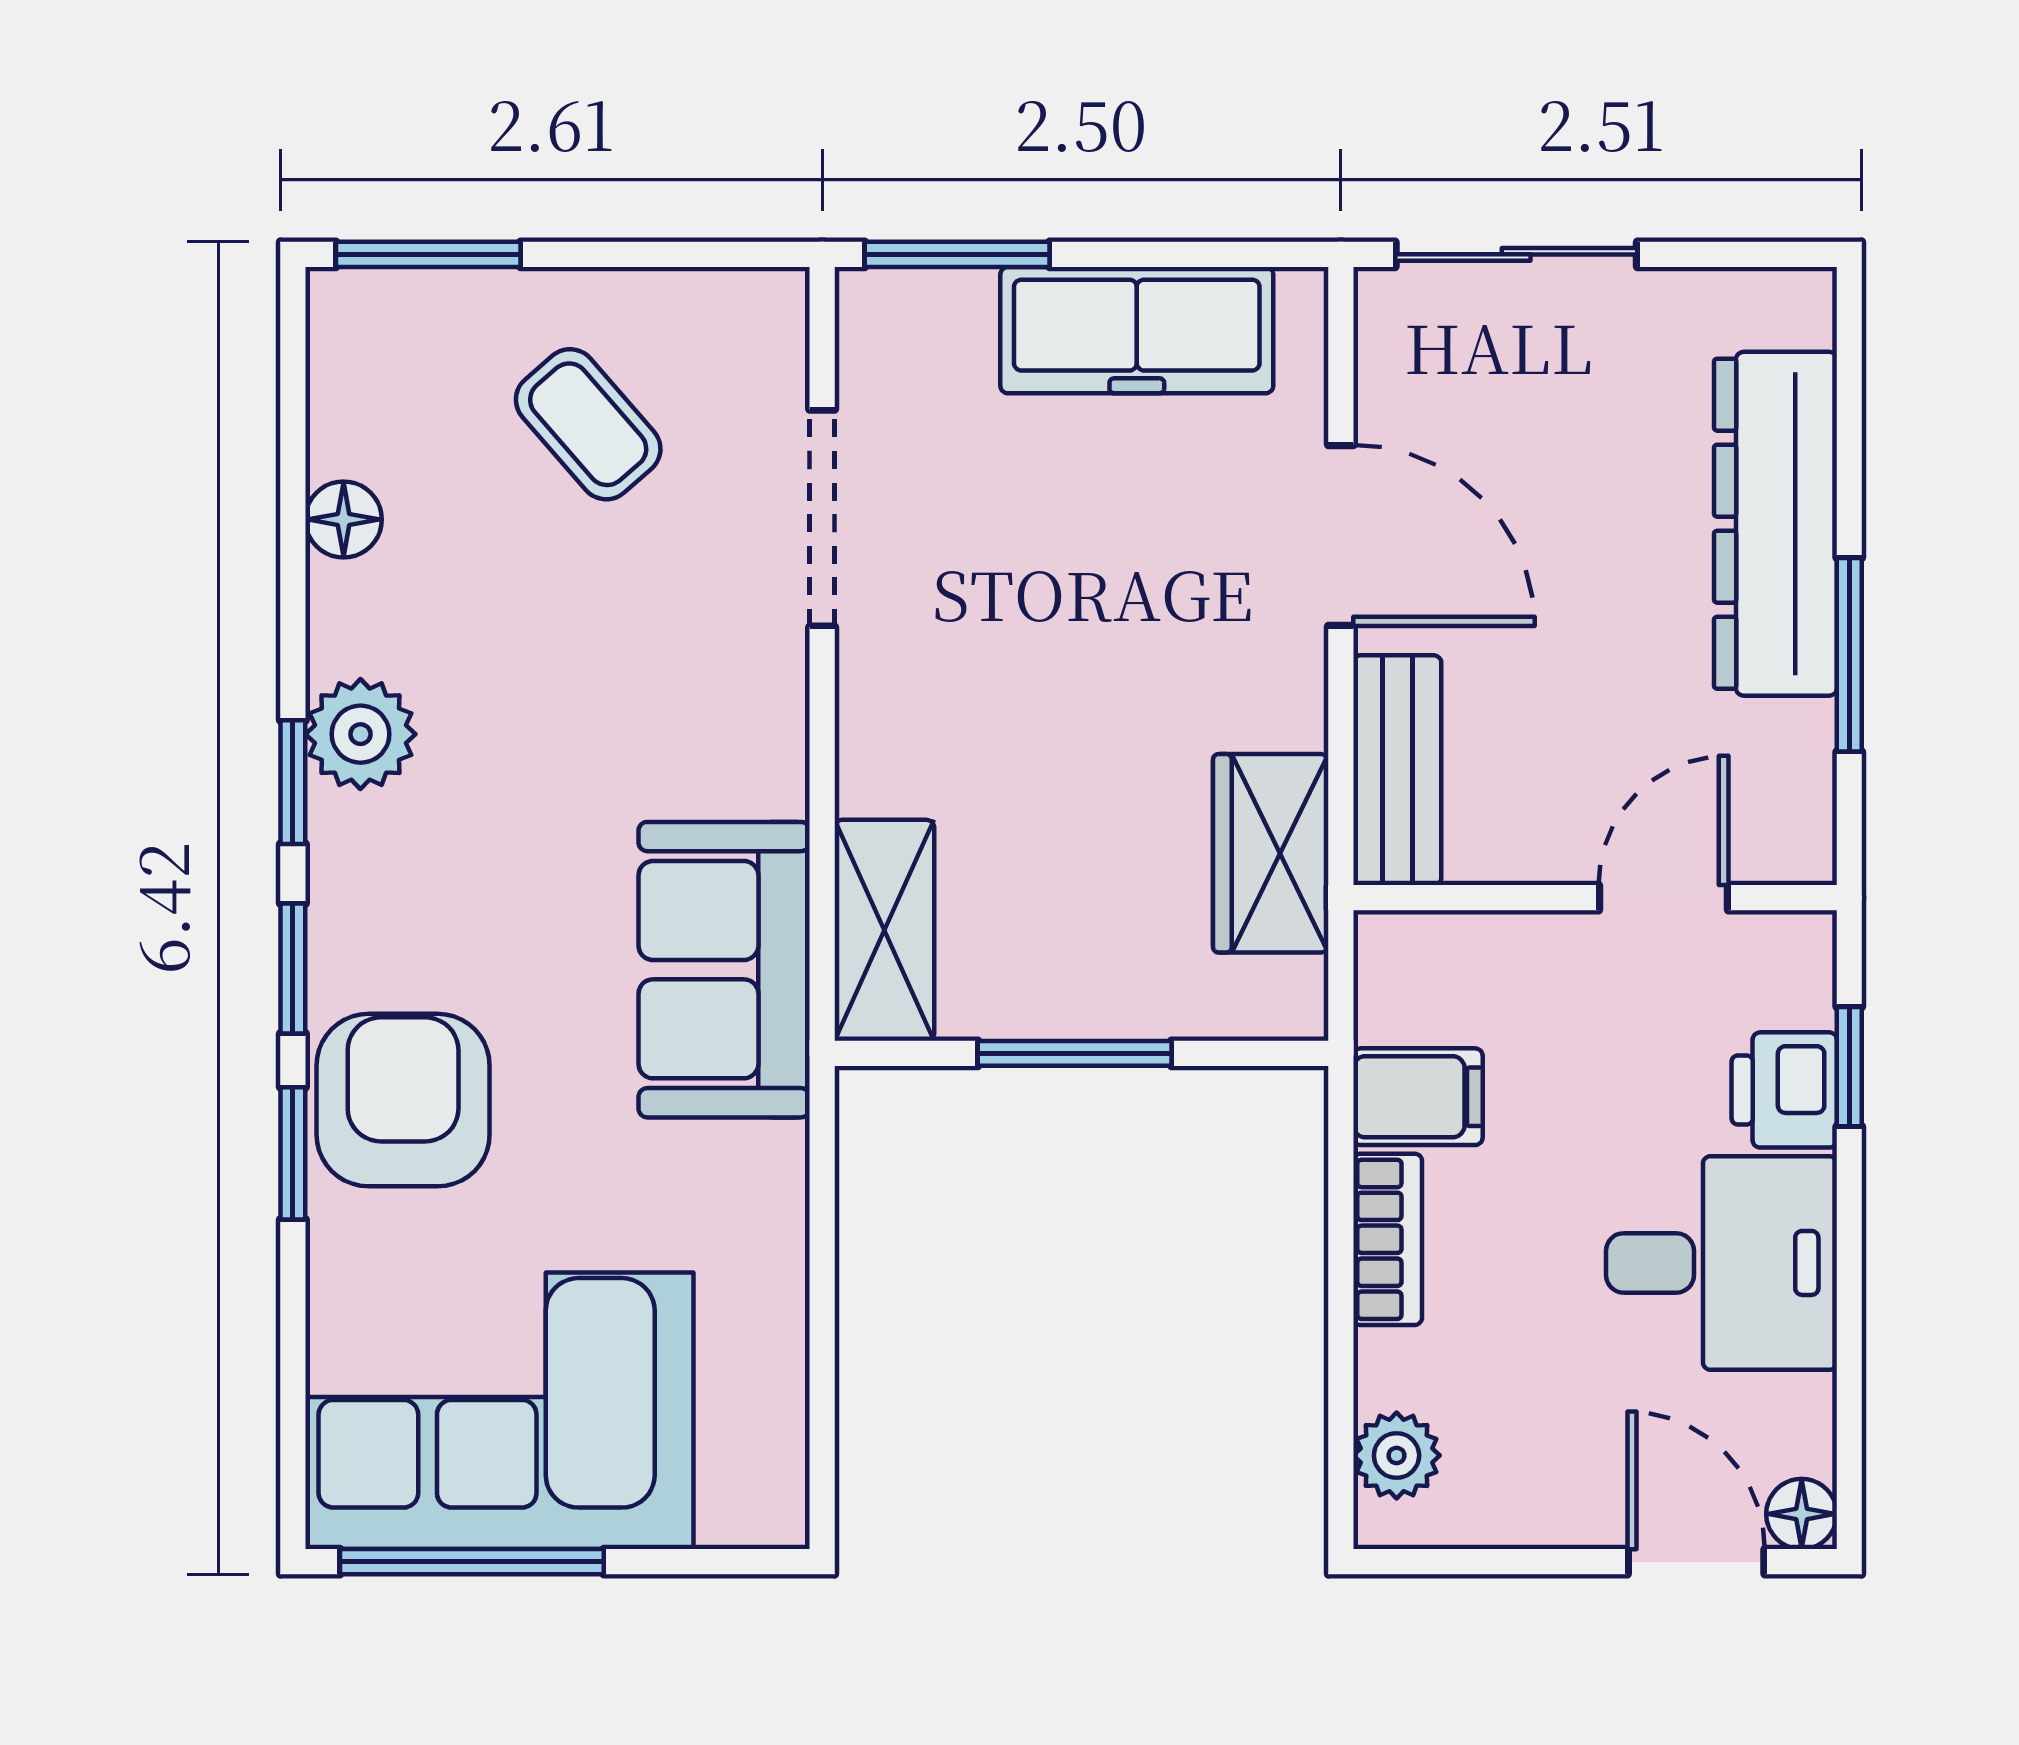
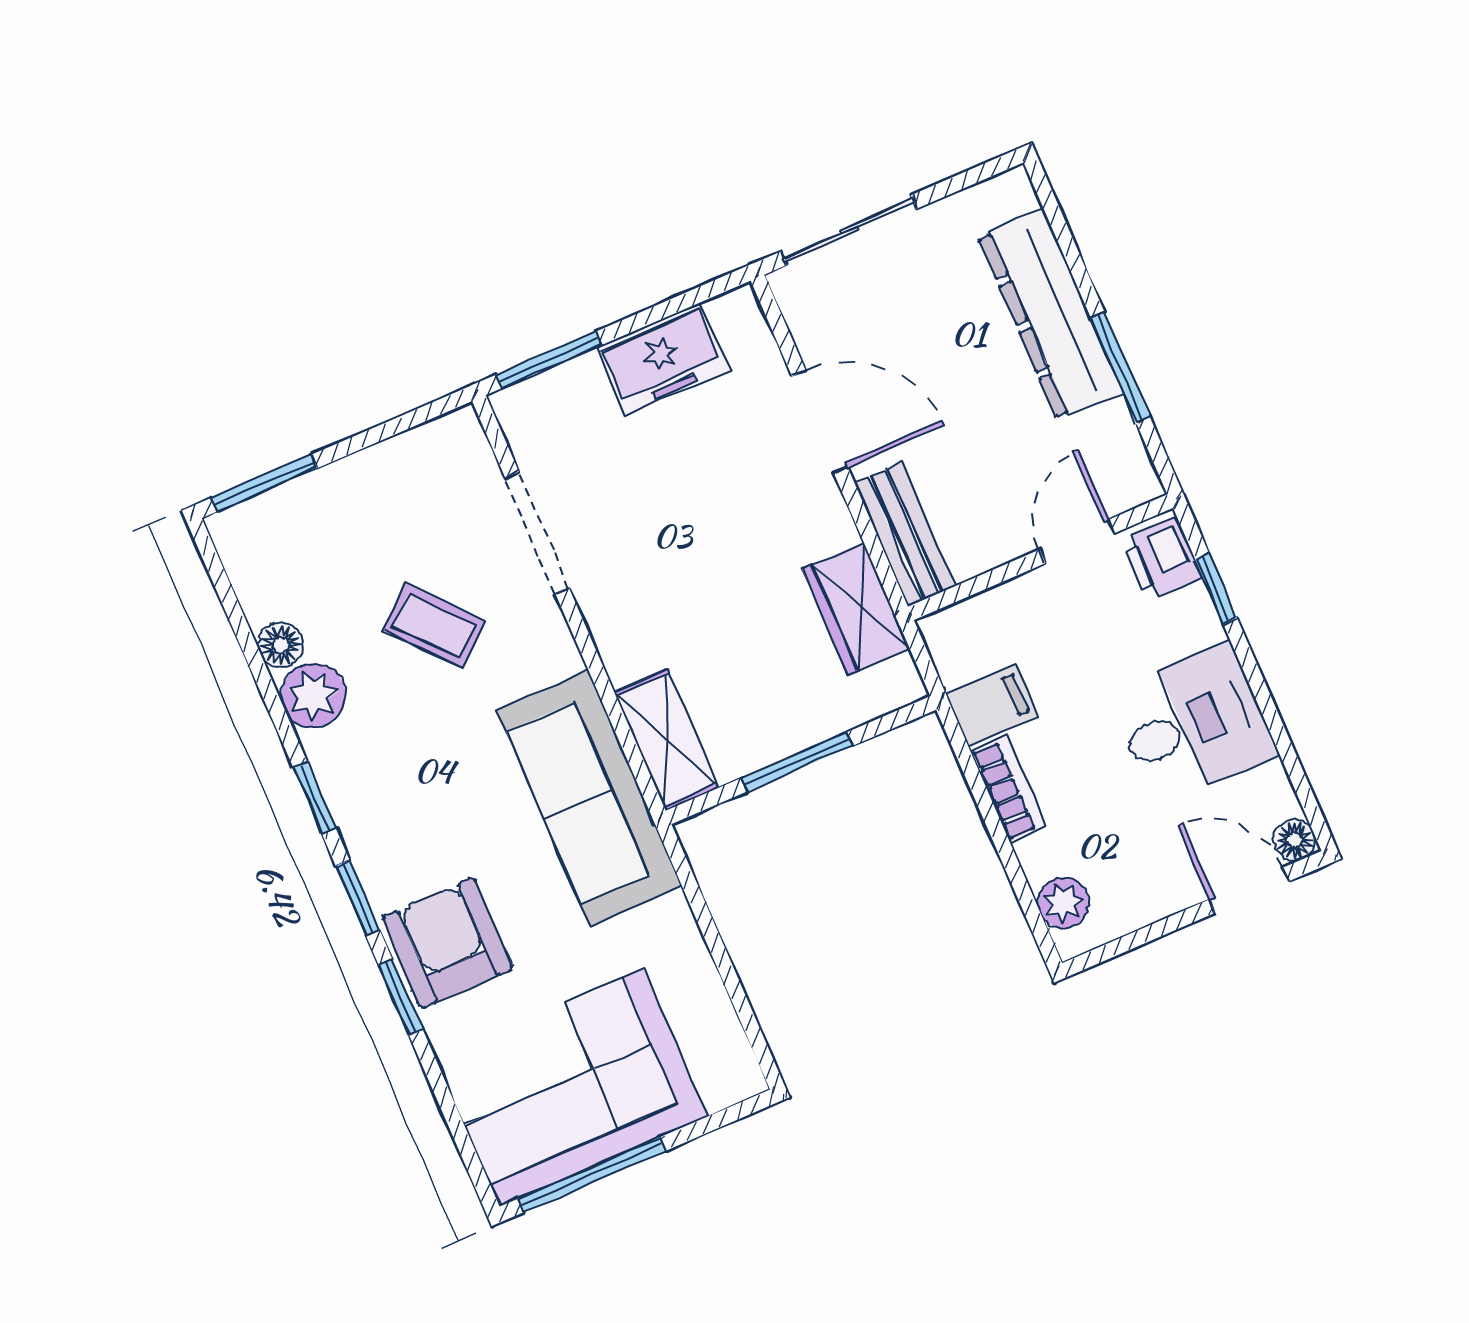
freezer: (1137, 330) -> (663, 359), width x0.71
coffee table: (588, 424) -> (434, 626), moved
plant: (360, 734) -> (313, 696), moved
sofa: (724, 970) -> (590, 798), width x1.36
printer: (1784, 1090) -> (1162, 559), moved

